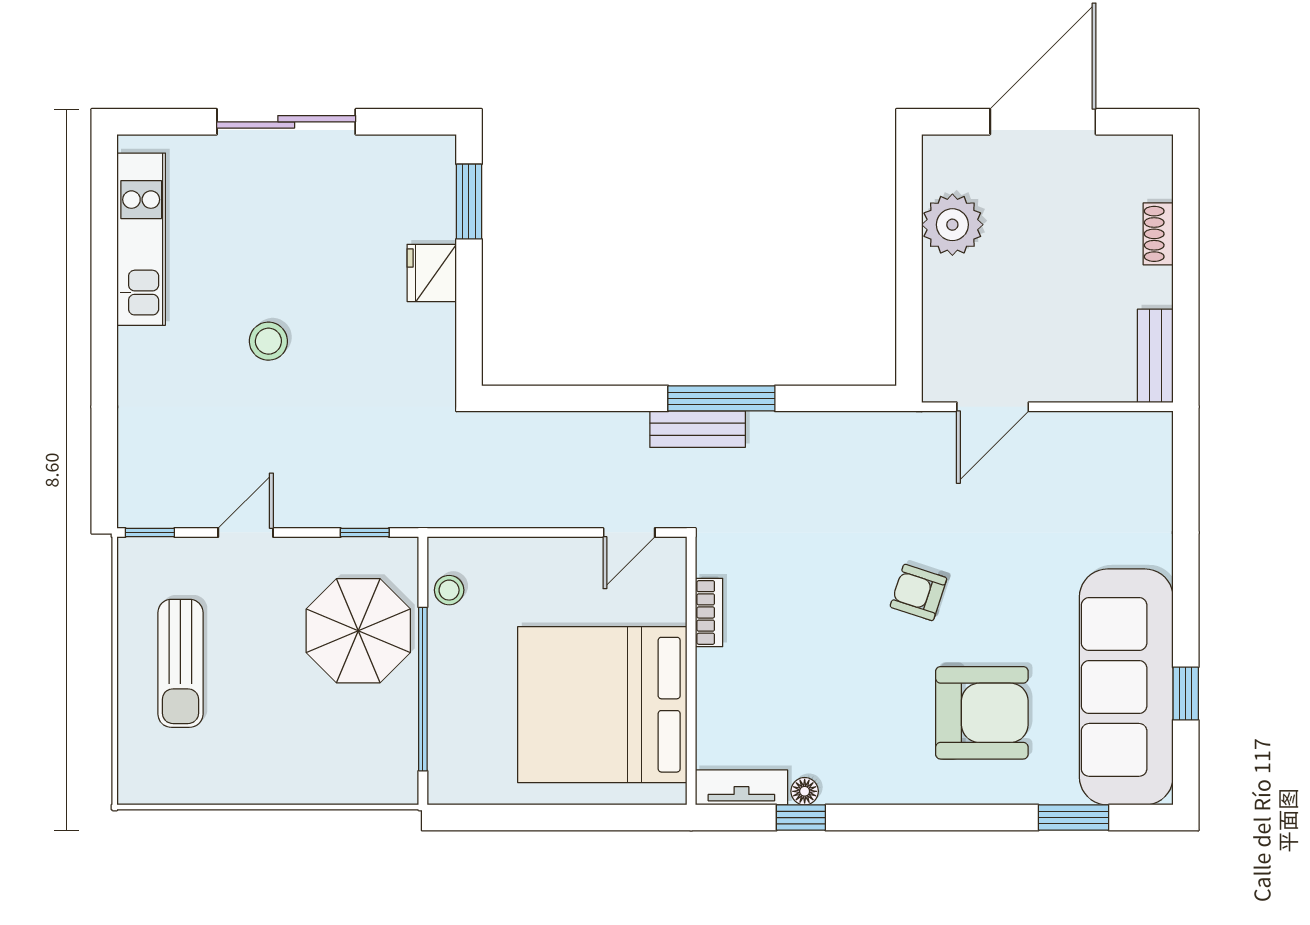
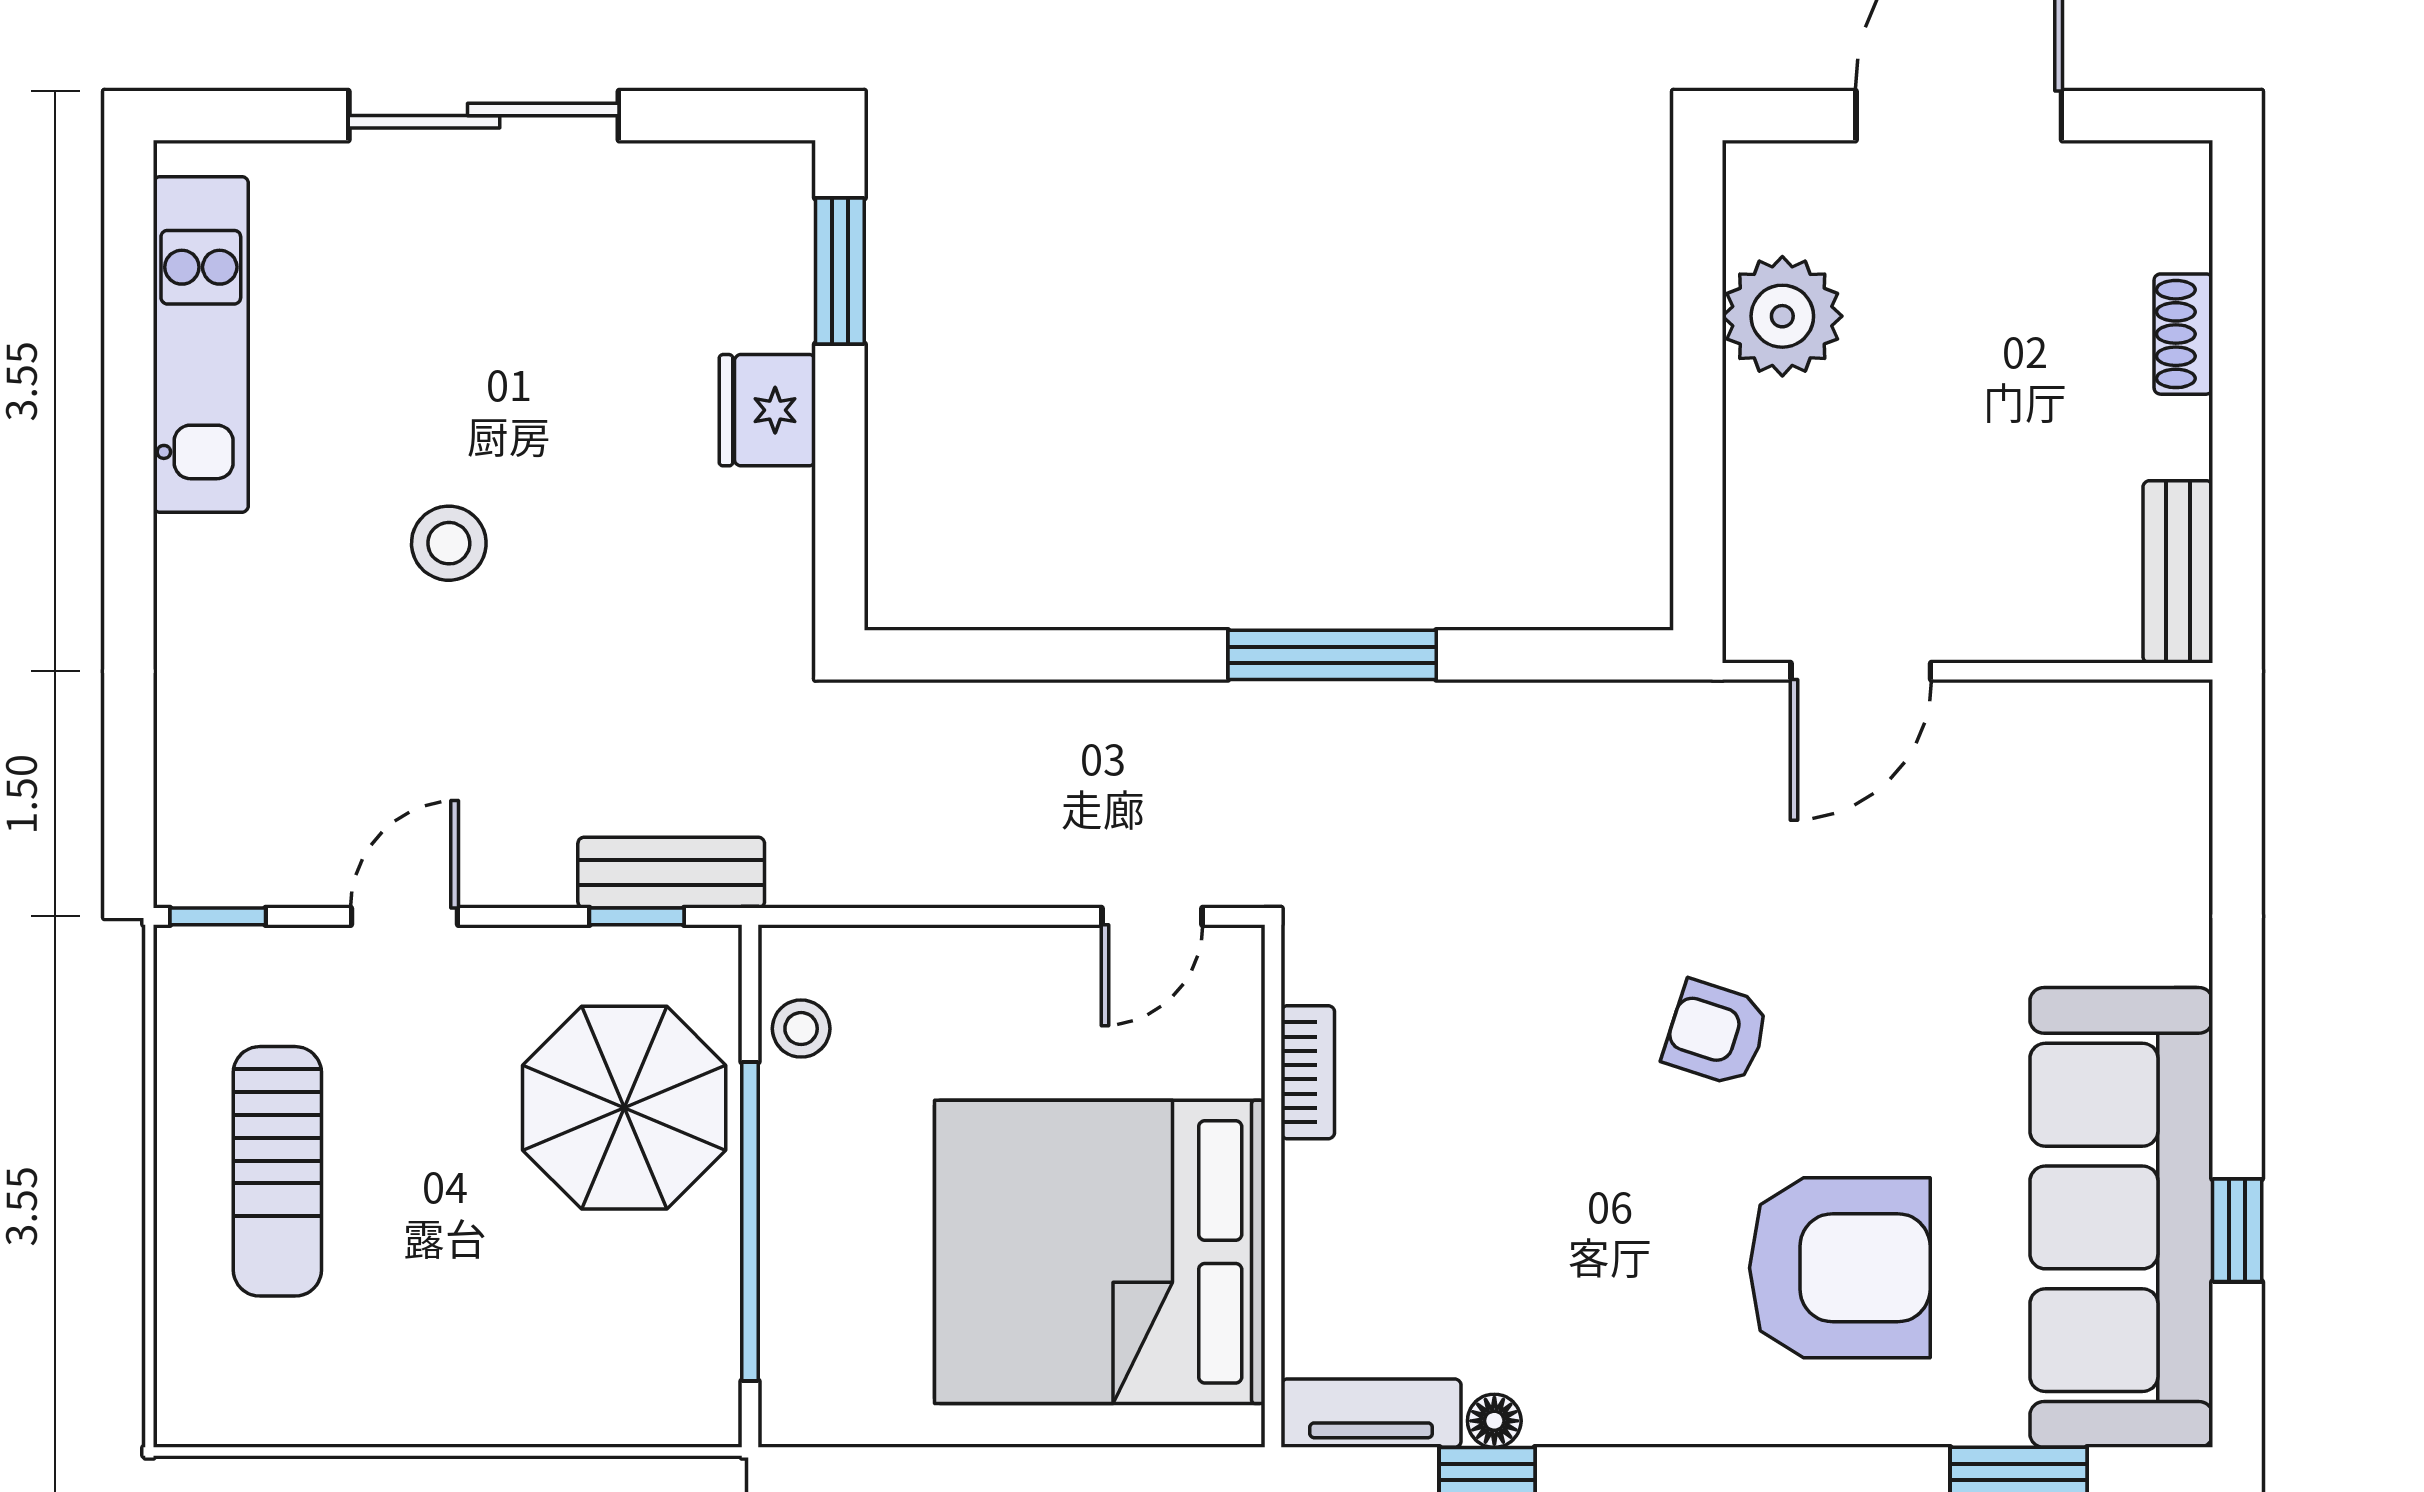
bench: (698, 429) -> (671, 873), moved

